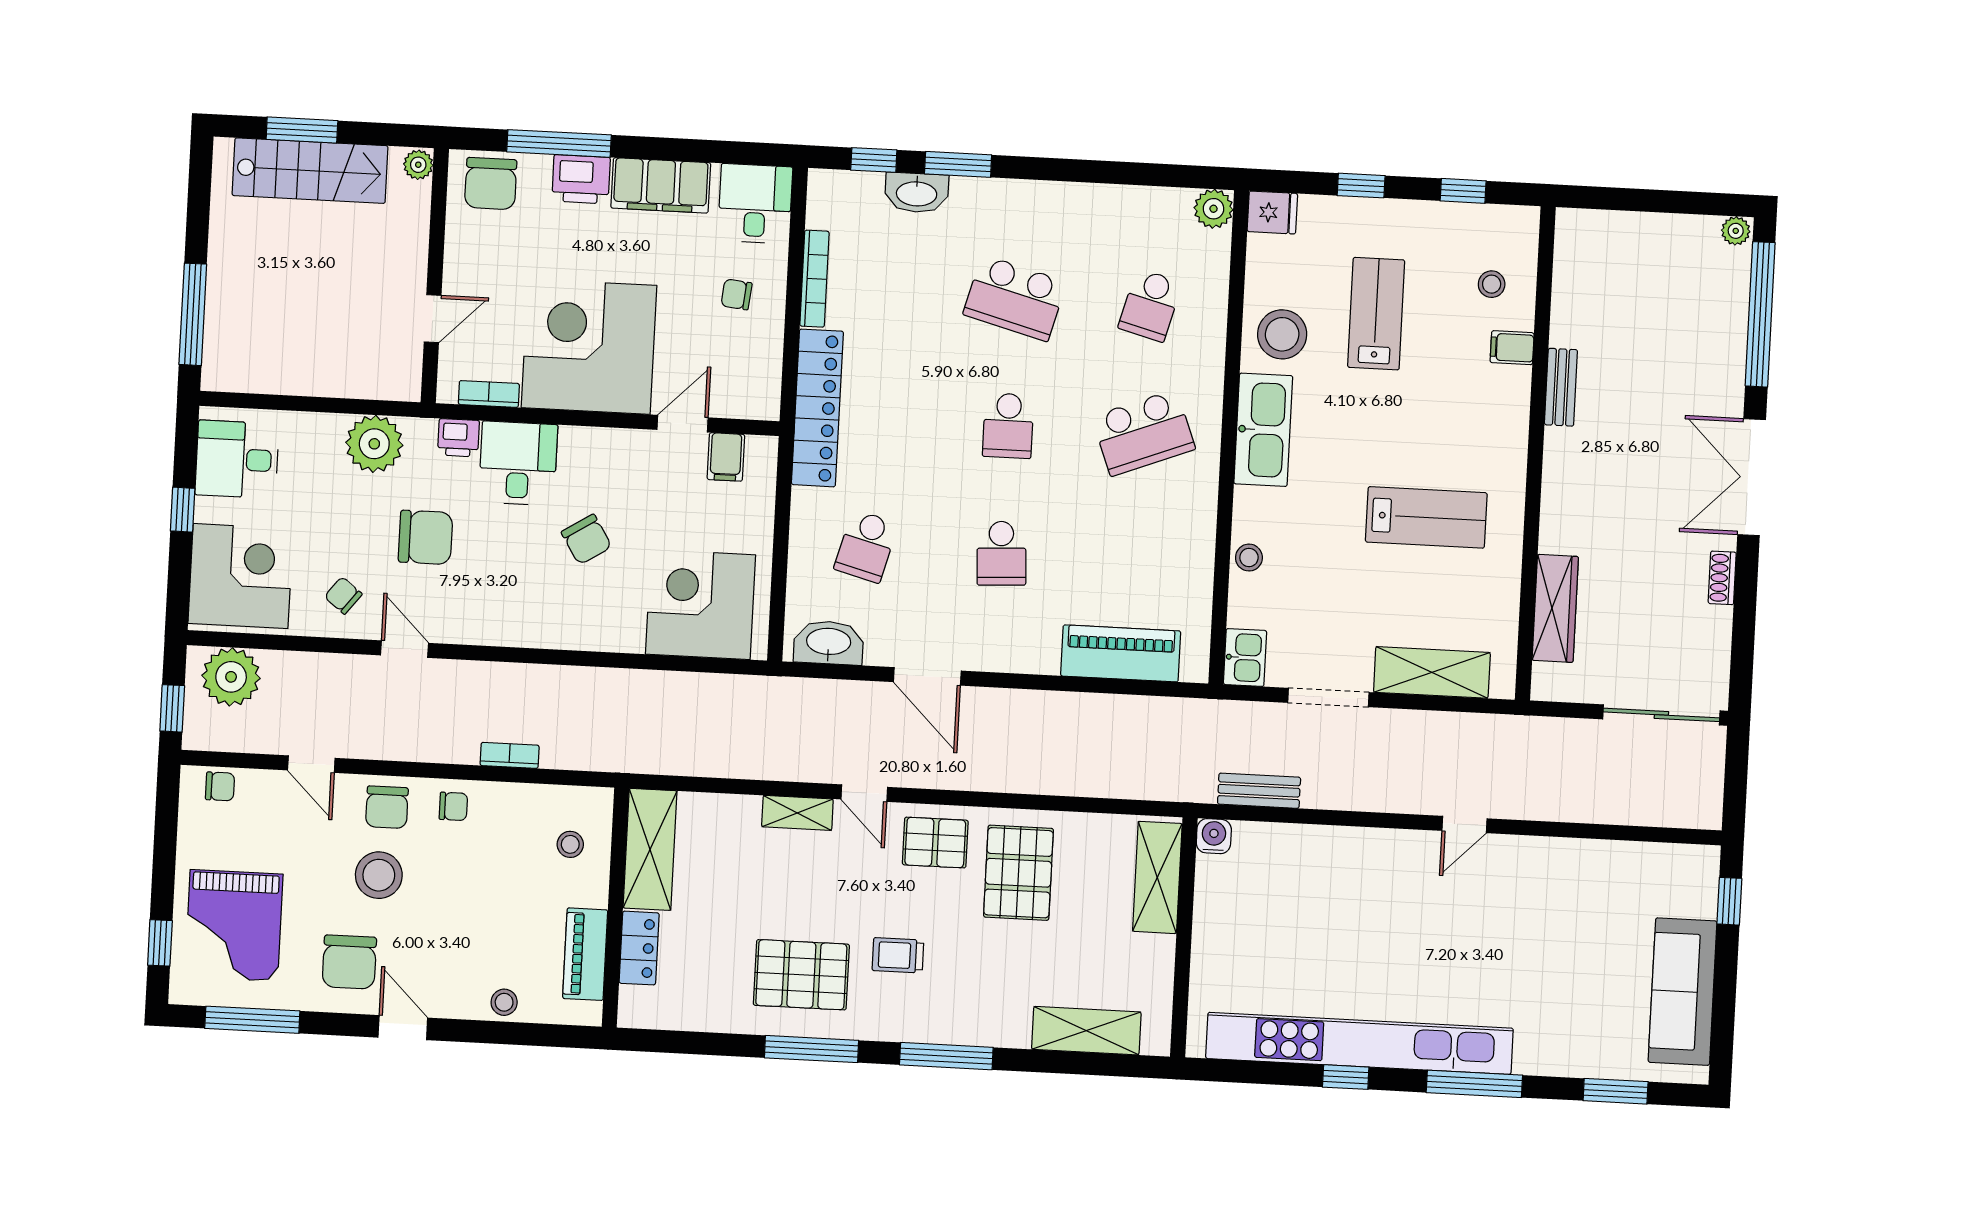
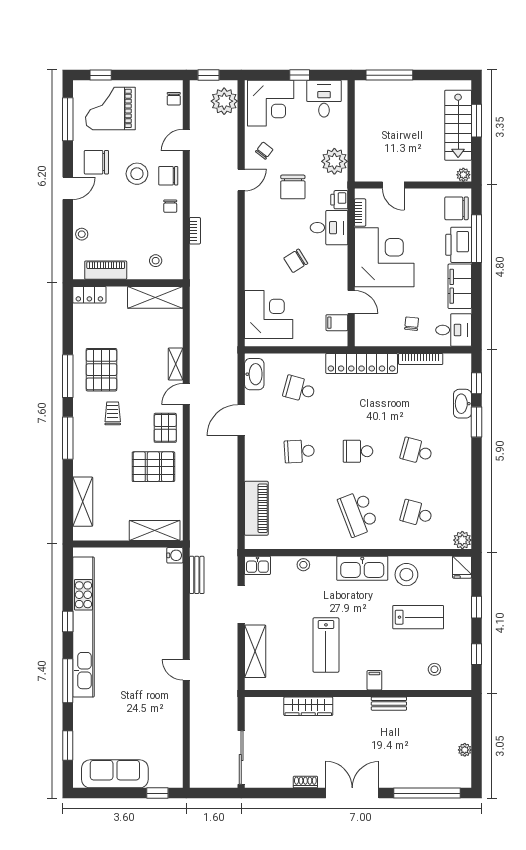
printer: (581, 179) -> (459, 245), width x1.37, depth x1.19
plant: (1736, 231) -> (465, 750), moved
school desk: (1015, 298) -> (417, 451), width x0.54
filing cabinet: (1512, 348) -> (374, 680), moved
wardrobe: (1555, 608) -> (308, 706), moved
locker: (639, 948) -> (89, 295), moved

